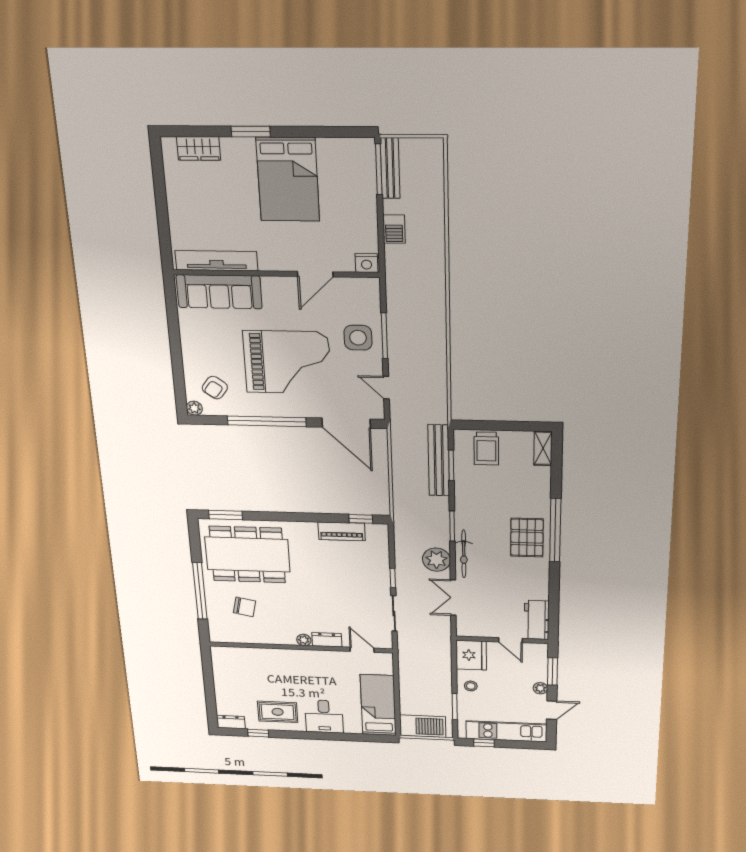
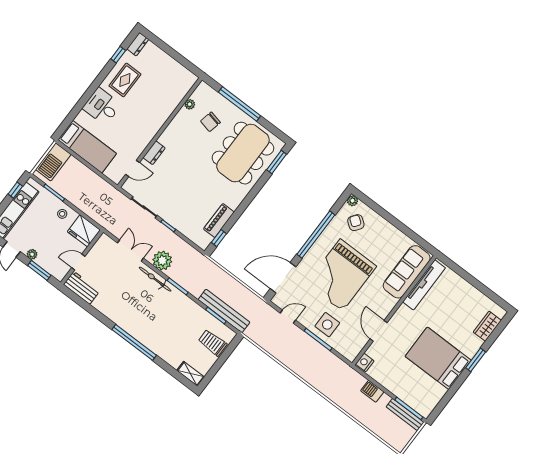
pallet: (527, 538) -> (141, 323), removed
plant: (304, 640) -> (190, 104), moved

